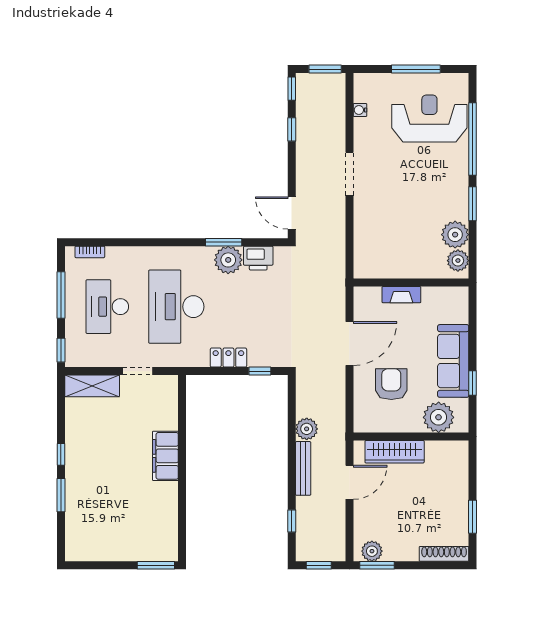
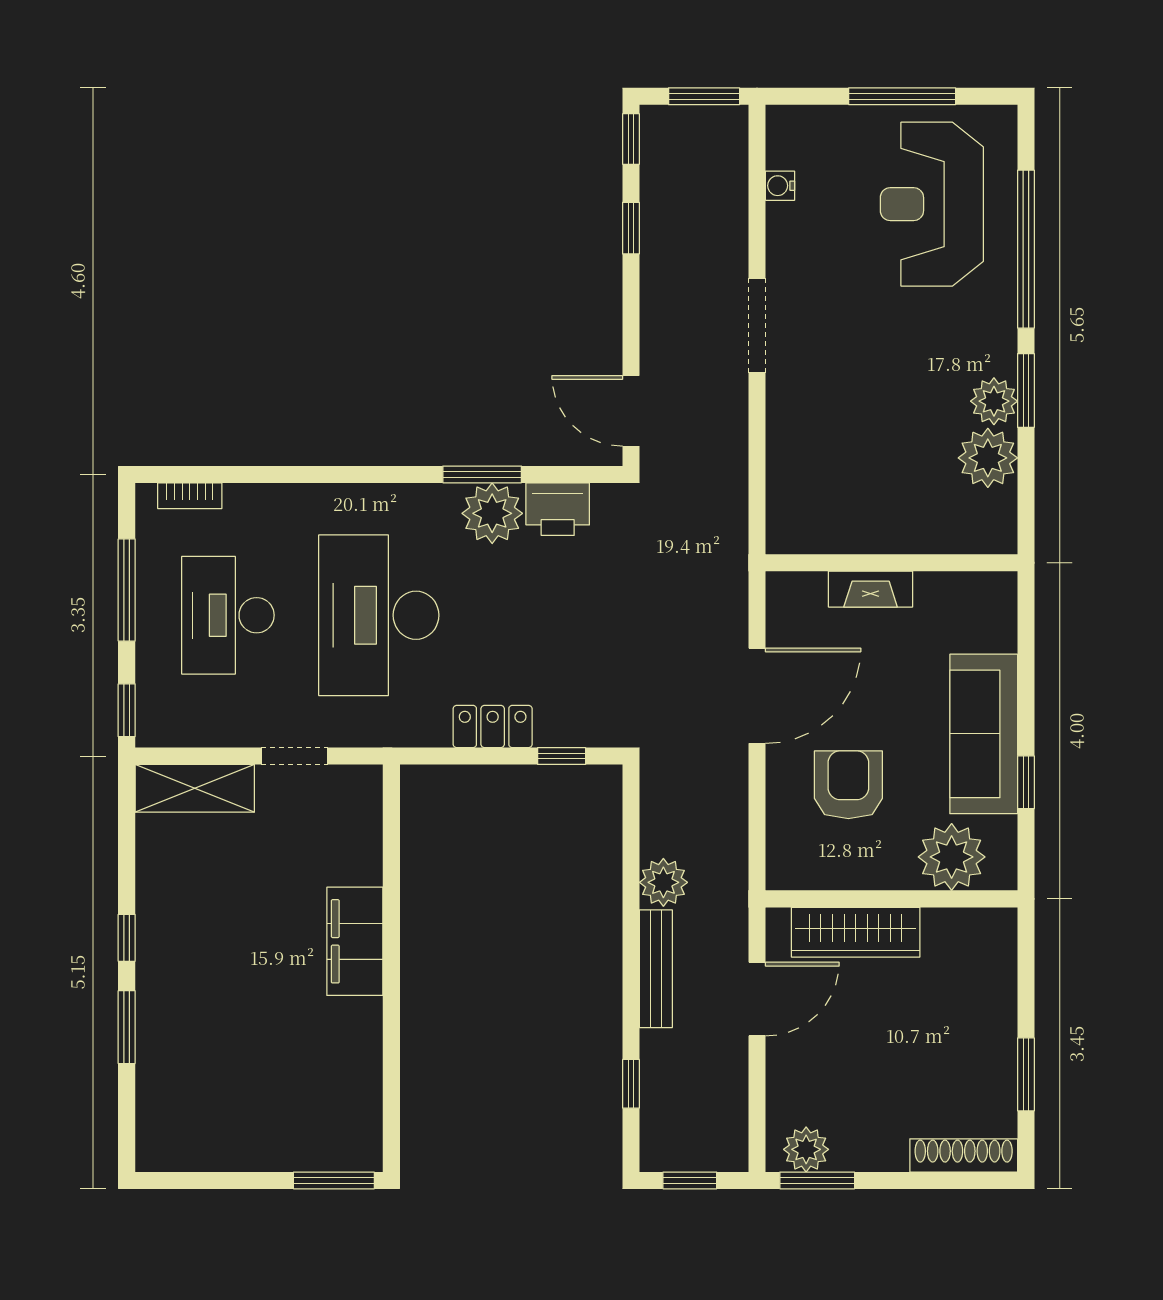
reception desk: (429, 118) -> (932, 204), turned -90
plant: (458, 261) -> (994, 401), moved

